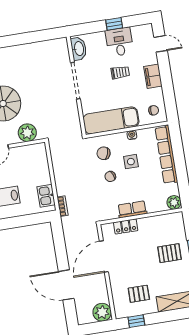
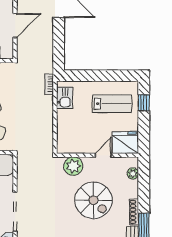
door: (104, 256) -> (15, 25), width x0.73

